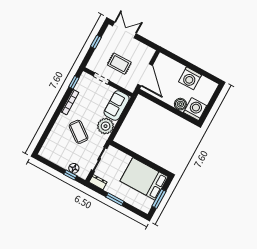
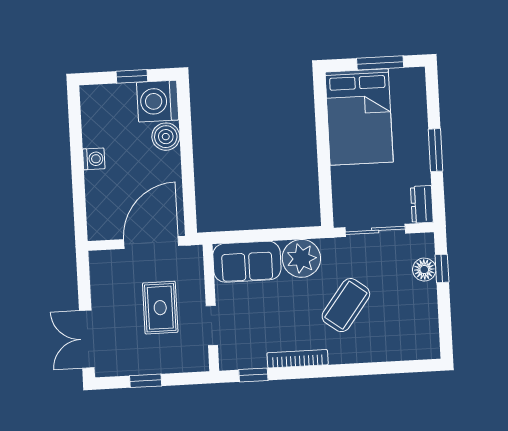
washing machine: (190, 78) -> (94, 159), width x0.53, depth x0.53
window: (210, 105) -> (132, 76), added

